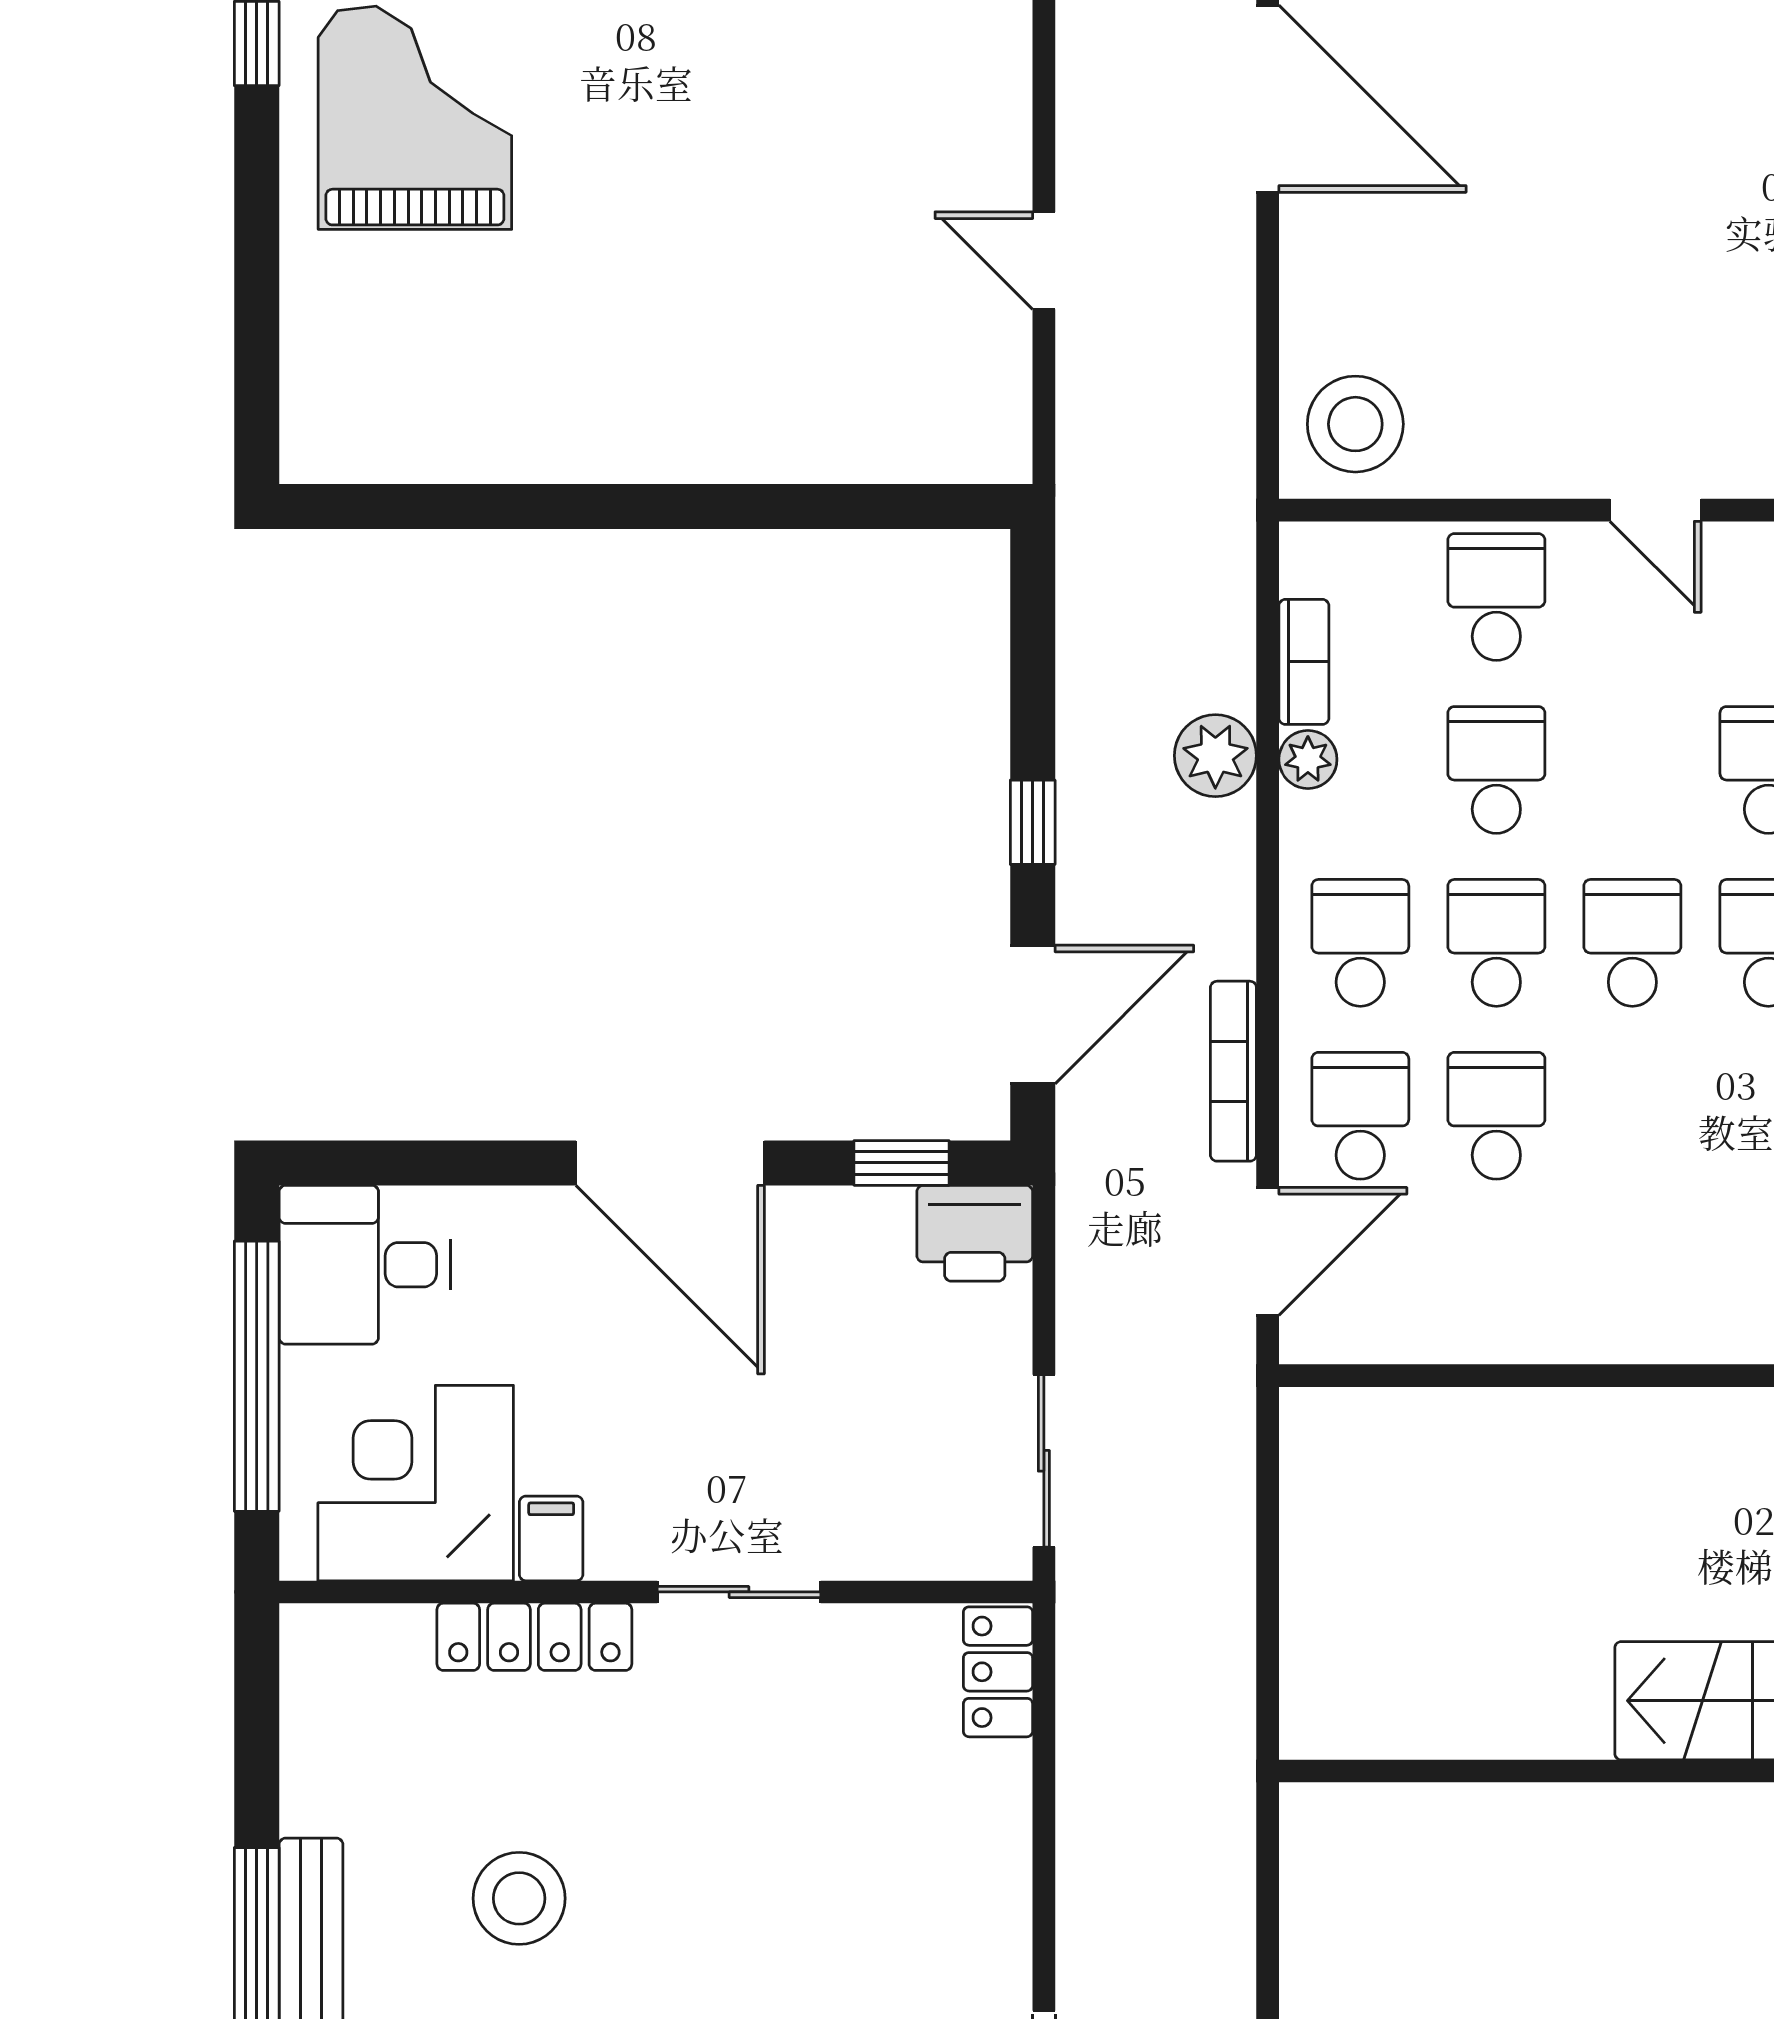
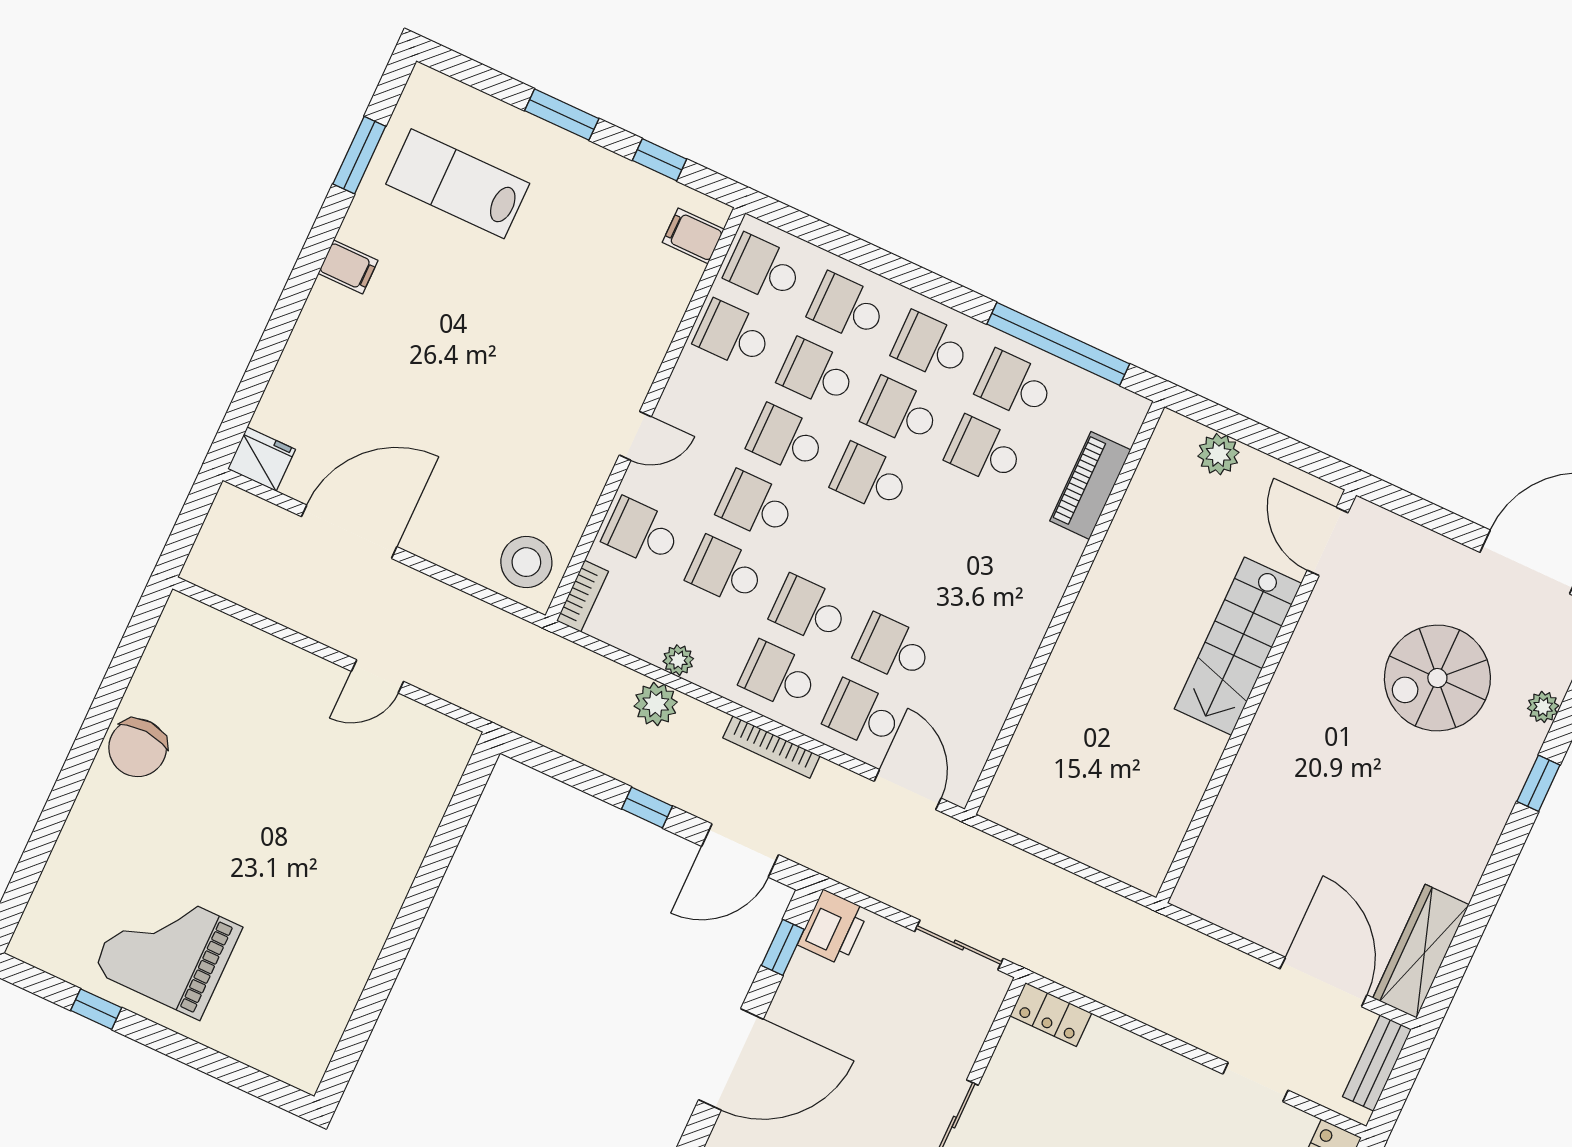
bookcase: (1304, 662) -> (582, 596), moved, turned 90
school desk: (1632, 943) -> (756, 505), moved
door: (1033, 1014) -> (740, 851), swing flipped
bookcase: (1233, 1071) -> (771, 747), moved

